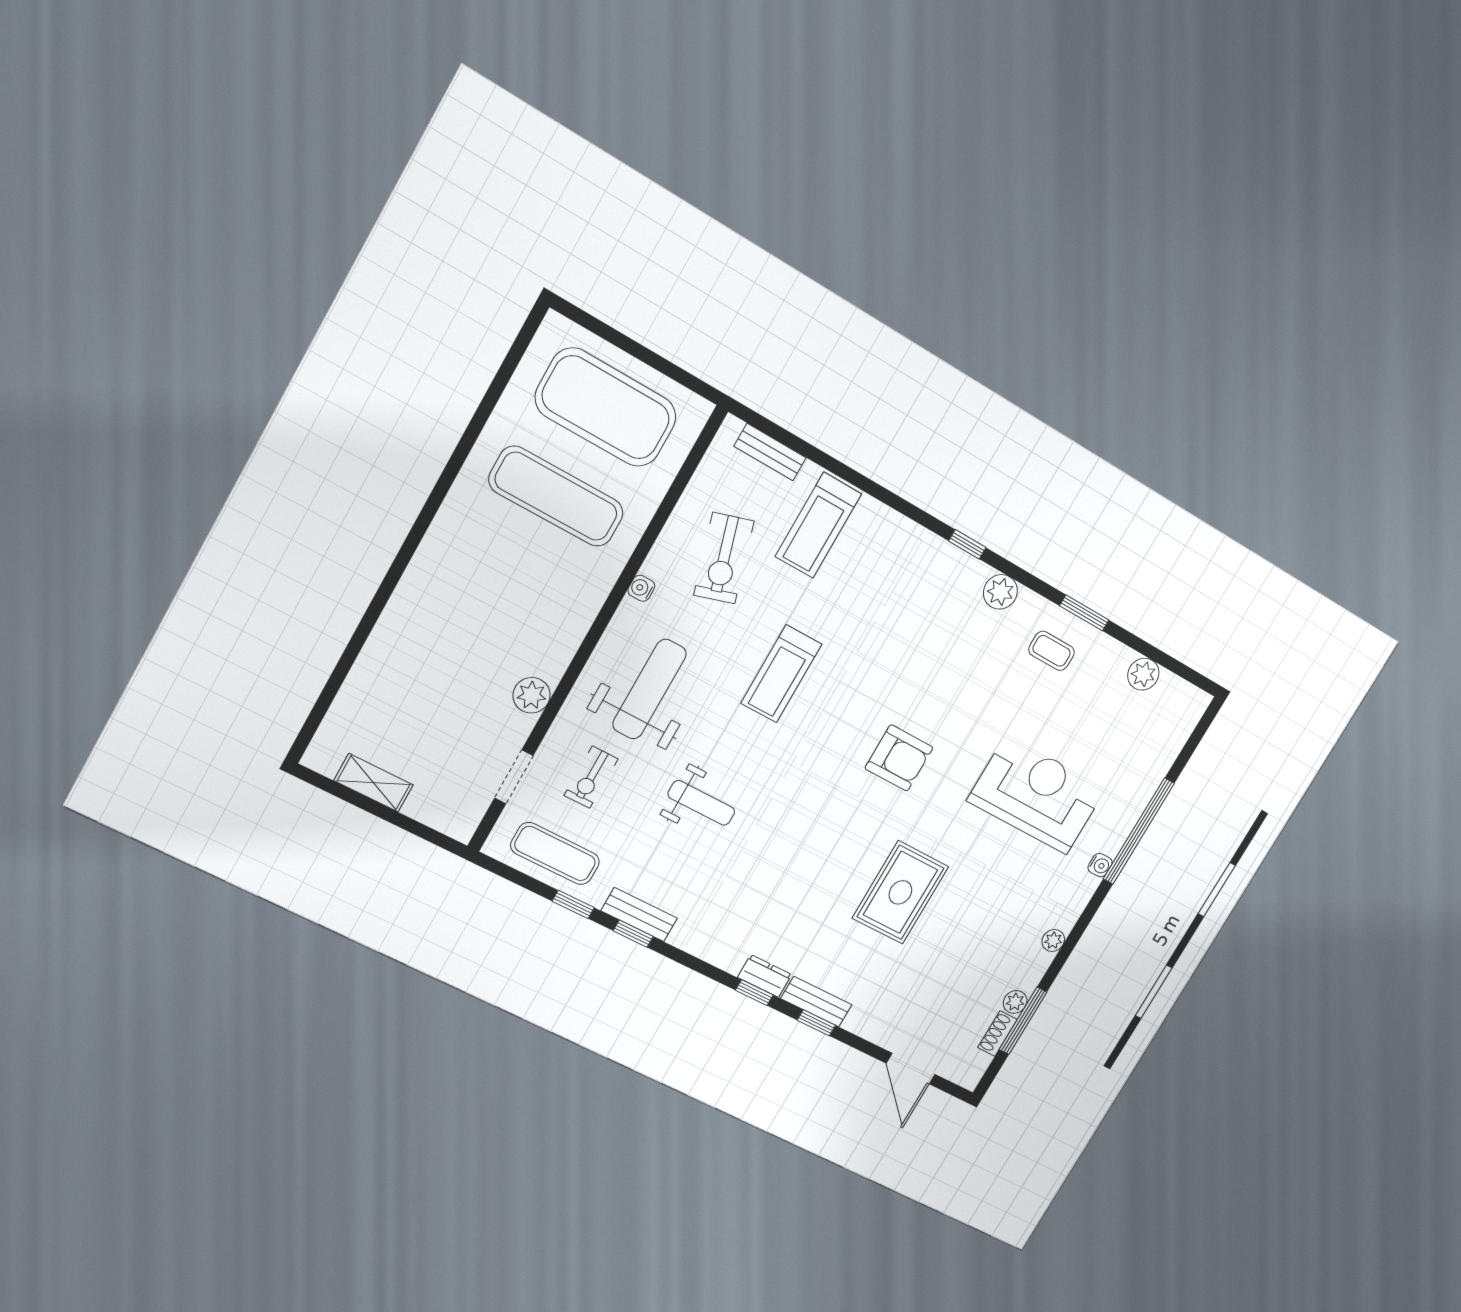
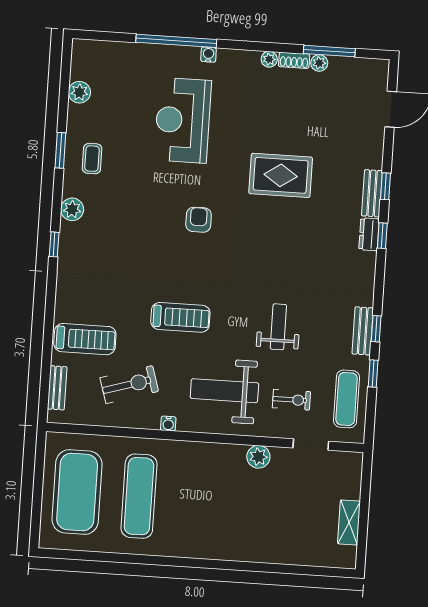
armchair: (899, 758) -> (199, 220), width x0.72, depth x0.72
shoe rack: (997, 1034) -> (294, 60), moved

